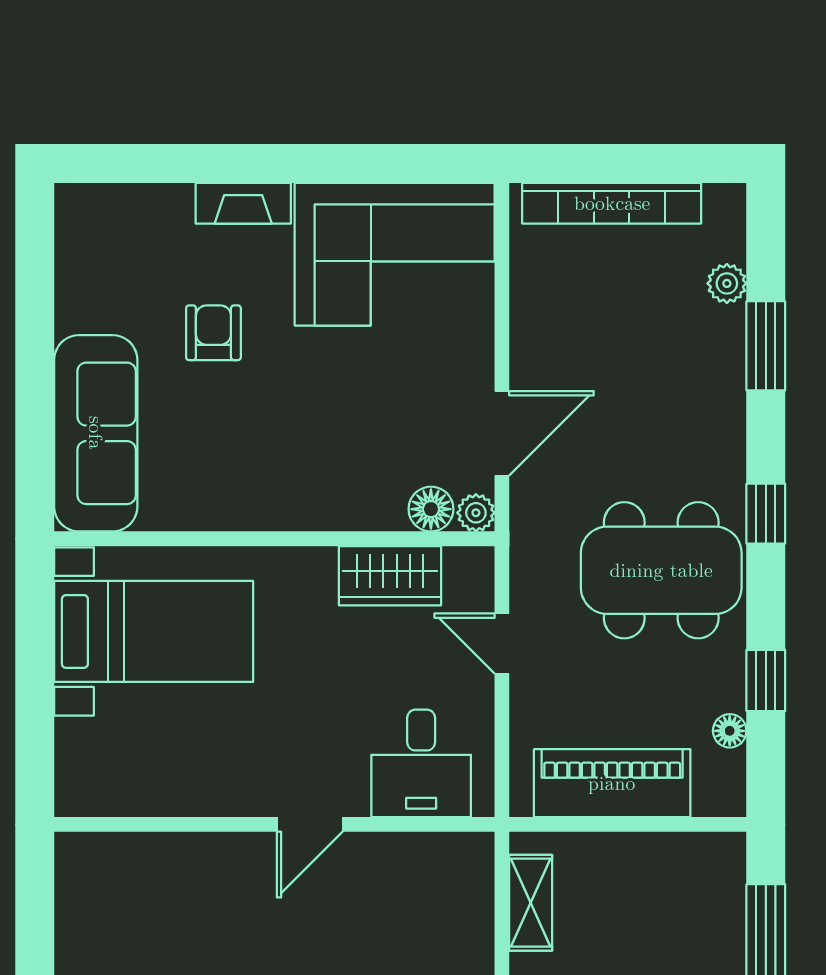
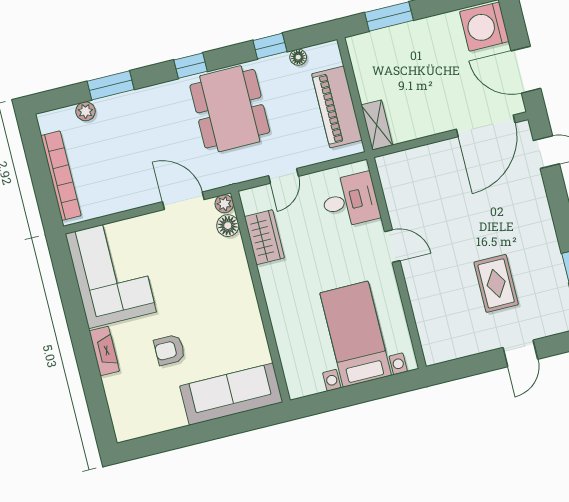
bed with nightstands: (154, 631) -> (356, 334), moved
shelving: (531, 903) -> (377, 125), moved, turned 90

